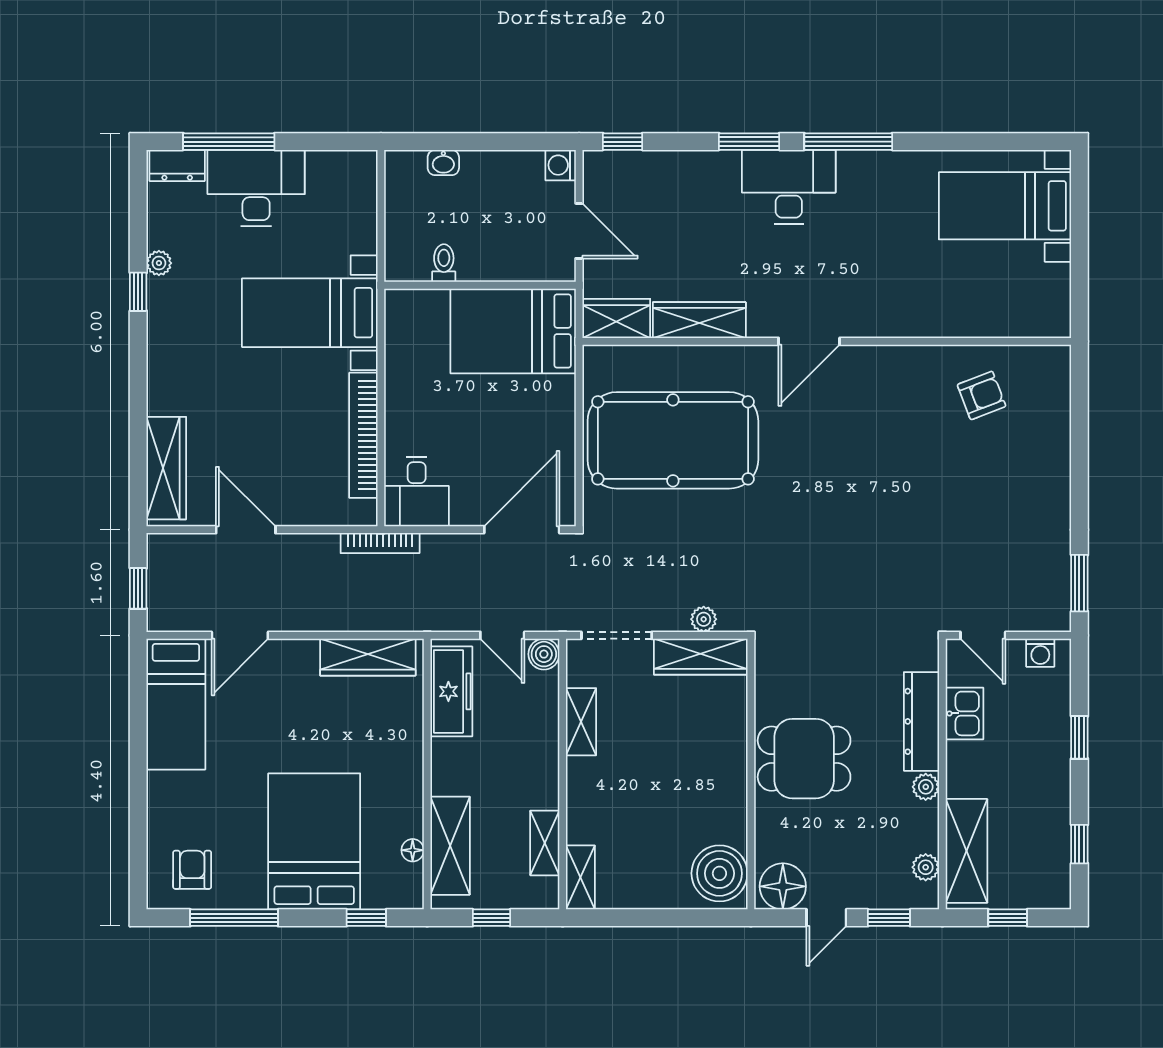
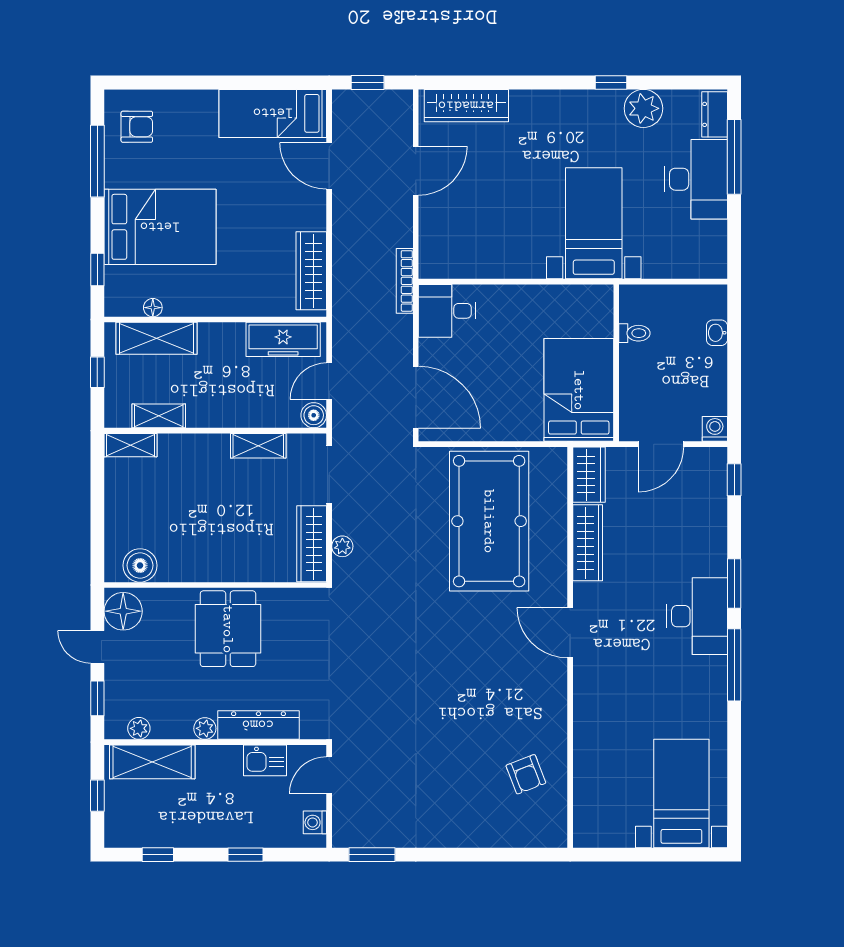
plant: (159, 263) -> (643, 108), width x1.88, depth x1.88
bookcase: (363, 435) -> (493, 267), removed
boiler: (719, 873) -> (140, 565), width x0.73, depth x0.73

